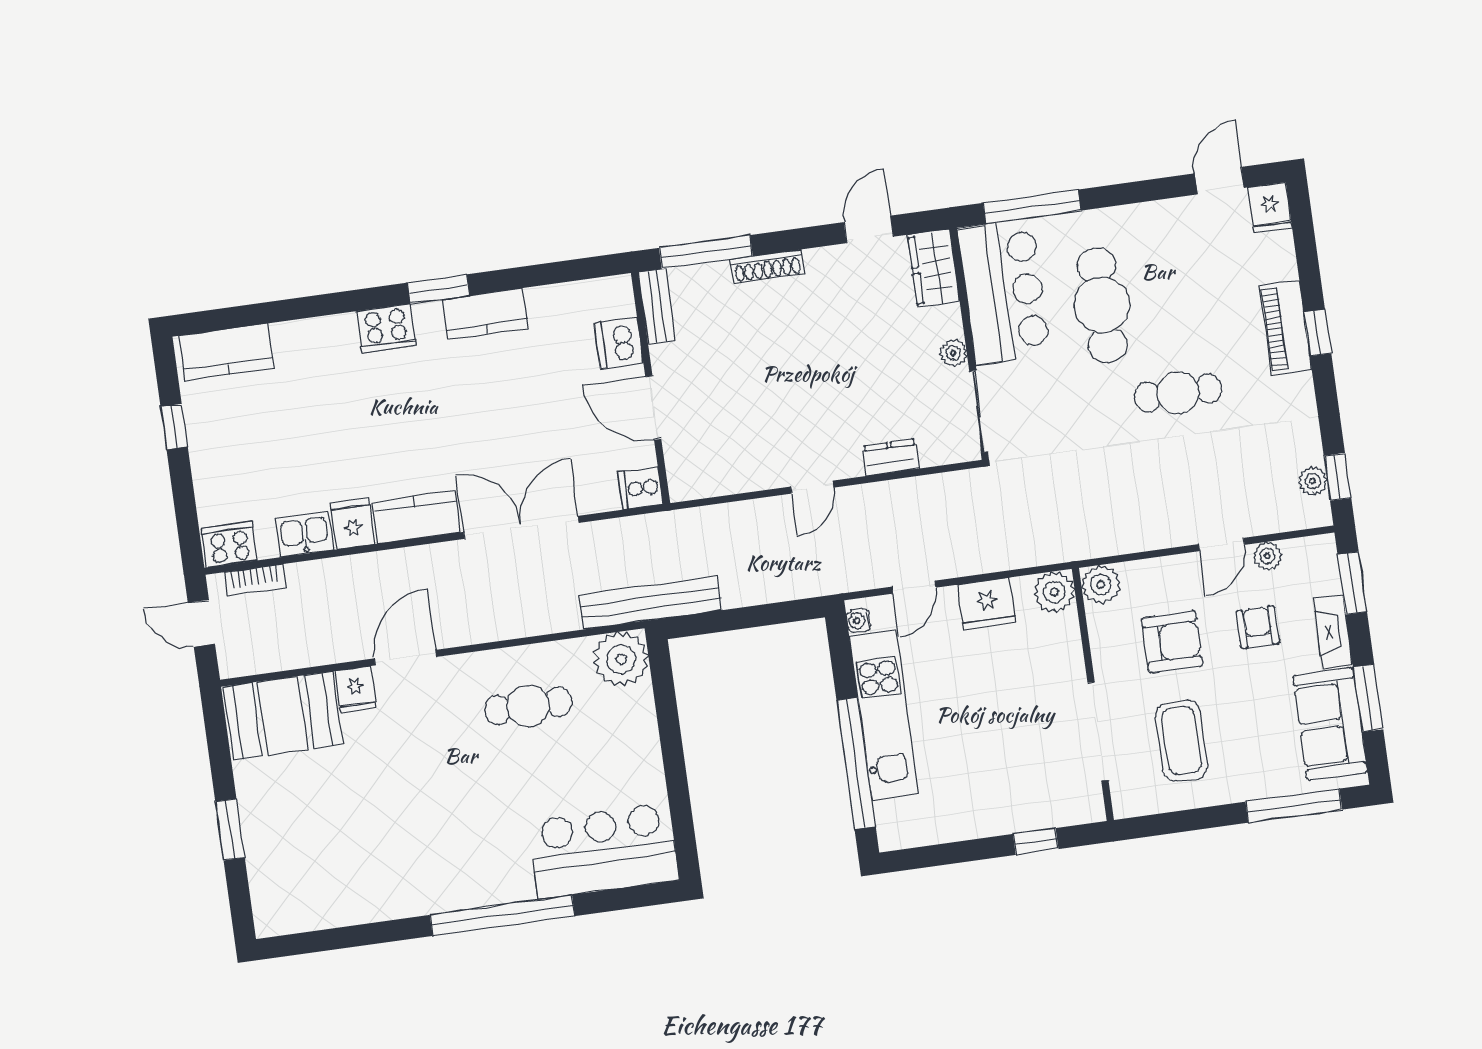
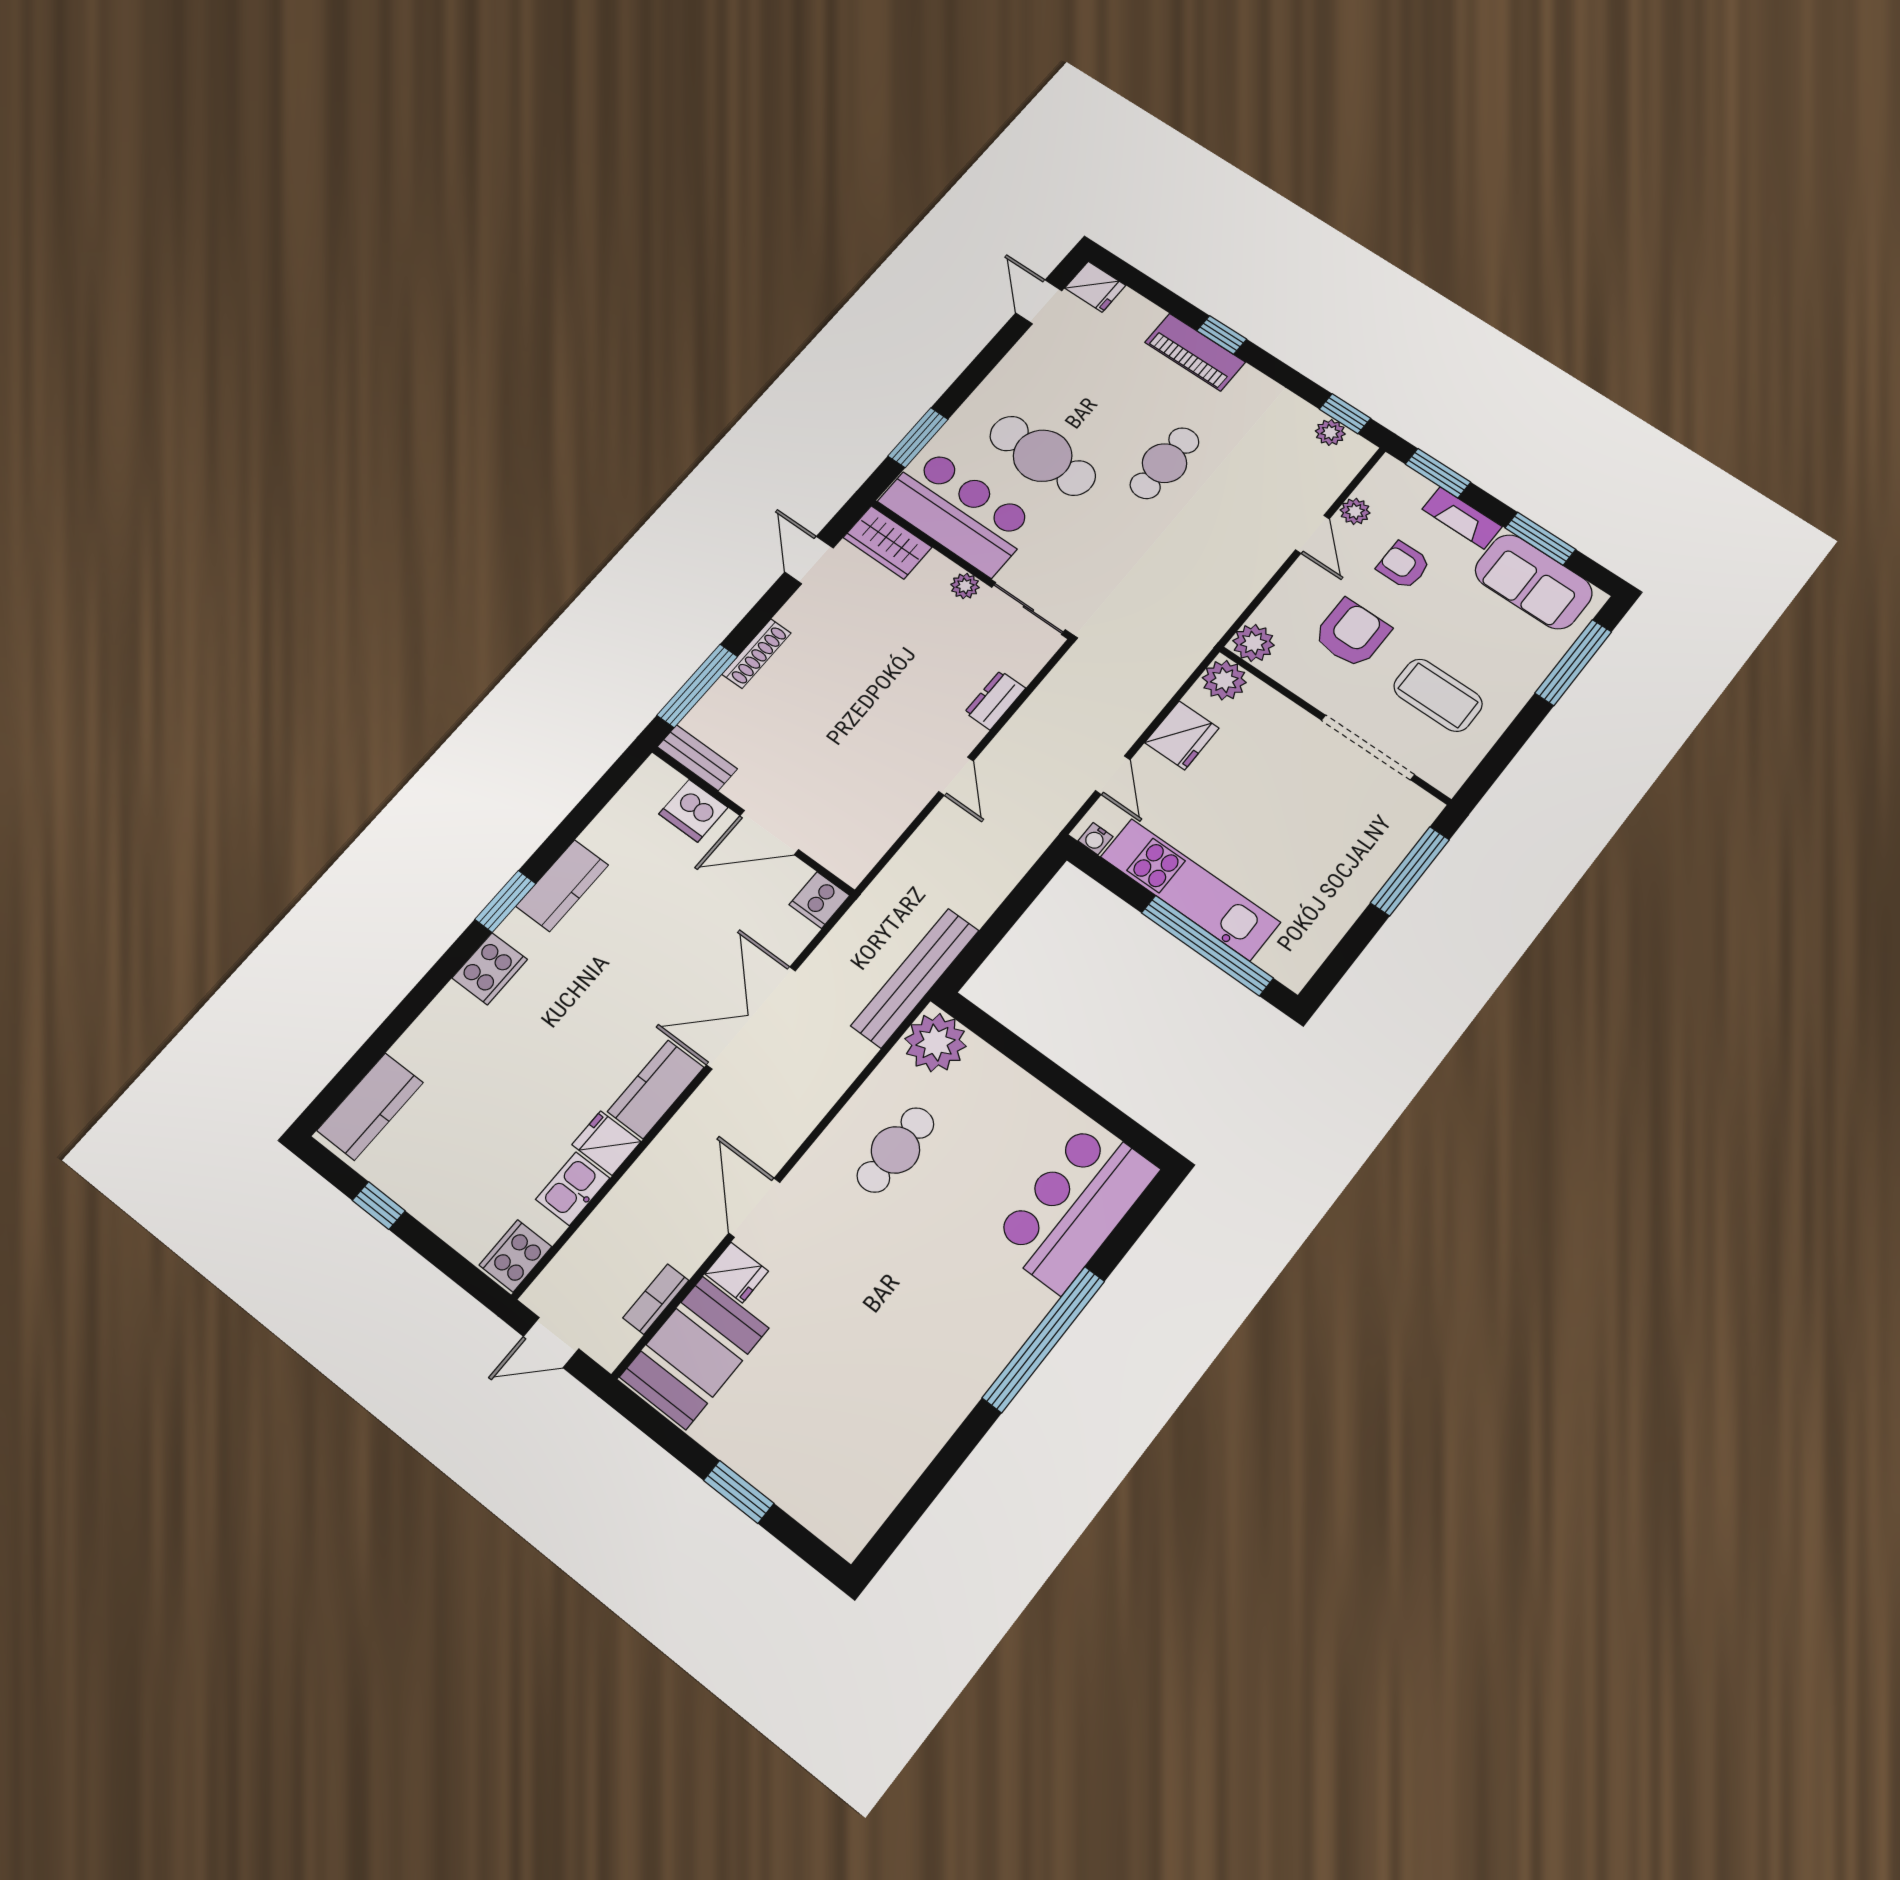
window: (1032, 207) -> (918, 438), width x0.69
bookcase: (255, 580) -> (656, 1299), moved, turned 180
window: (1036, 842) -> (1410, 871), width x2.17

